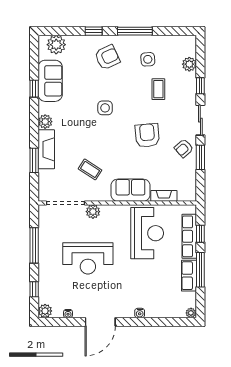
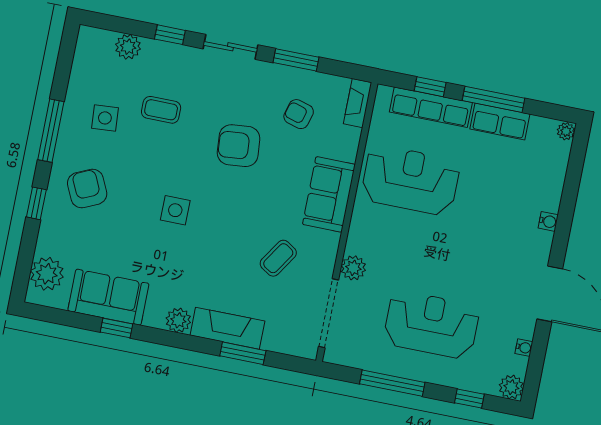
armchair: (184, 148) -> (299, 114), moved, turned 147
fireplace: (164, 196) -> (358, 103), moved
reception desk: (88, 258) -> (431, 325), moved, turned -90

